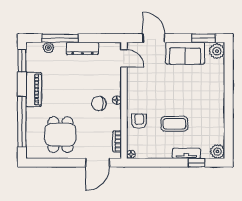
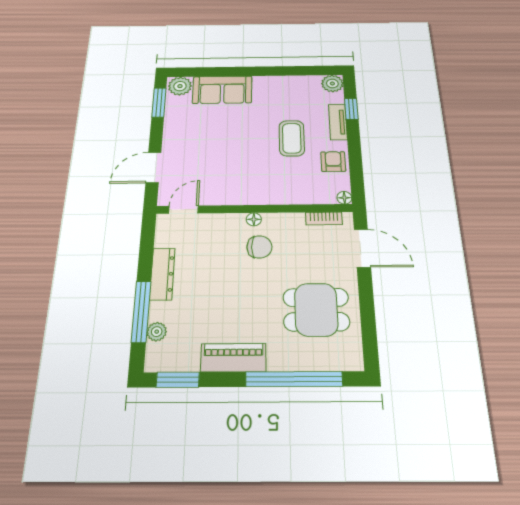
sofa: (185, 53) -> (222, 90), moved, turned 90
chair: (99, 103) -> (259, 247), turned -90
armchair: (139, 121) -> (333, 162), moved, turned 90

